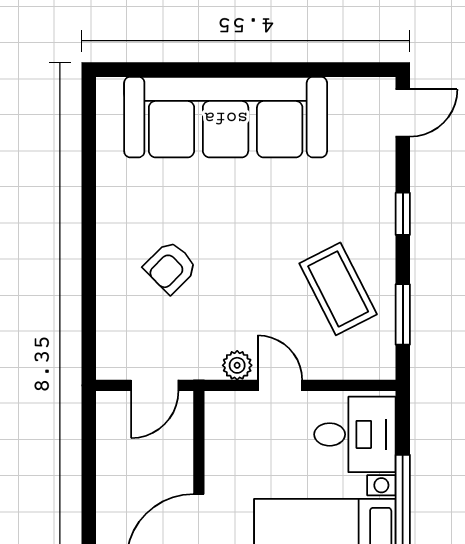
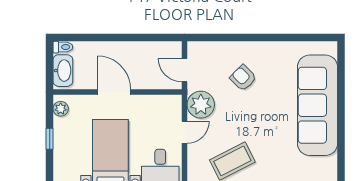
plant: (237, 365) -> (201, 105), width x1.88, depth x1.88

